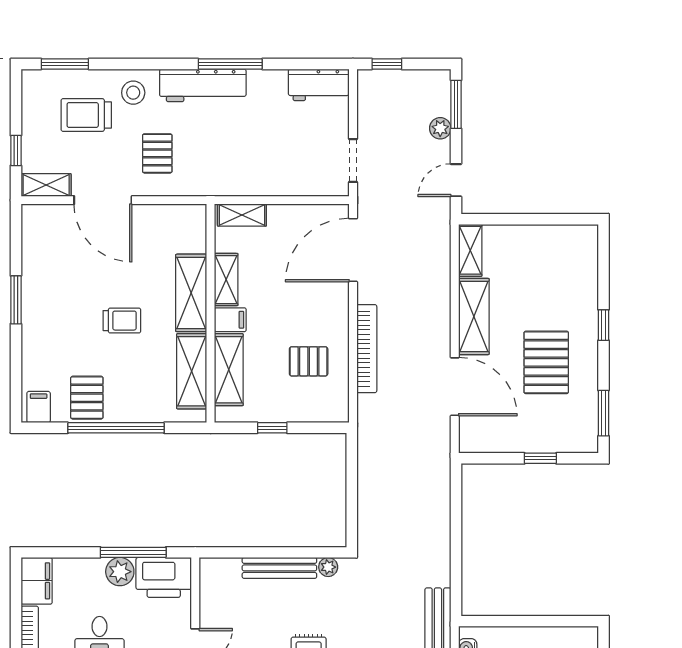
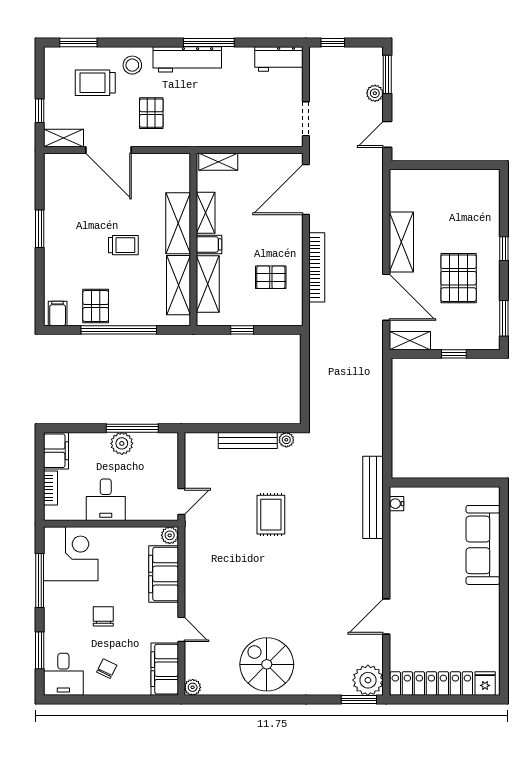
shelving: (470, 250) -> (410, 341), moved, turned 90
printer: (164, 577) -> (156, 448), removed

